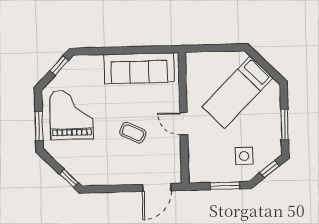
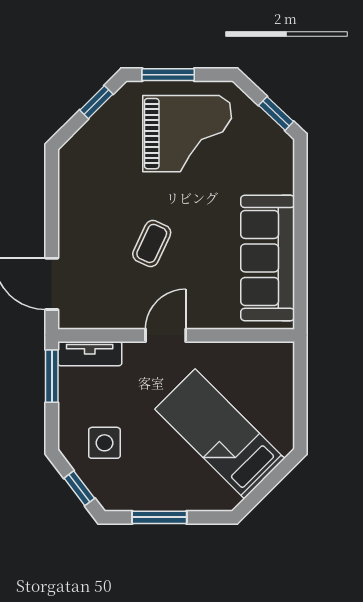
tv unit: (195, 165) -> (90, 354), added
window: (69, 178) -> (96, 102), moved
window: (225, 186) -> (52, 376), moved

